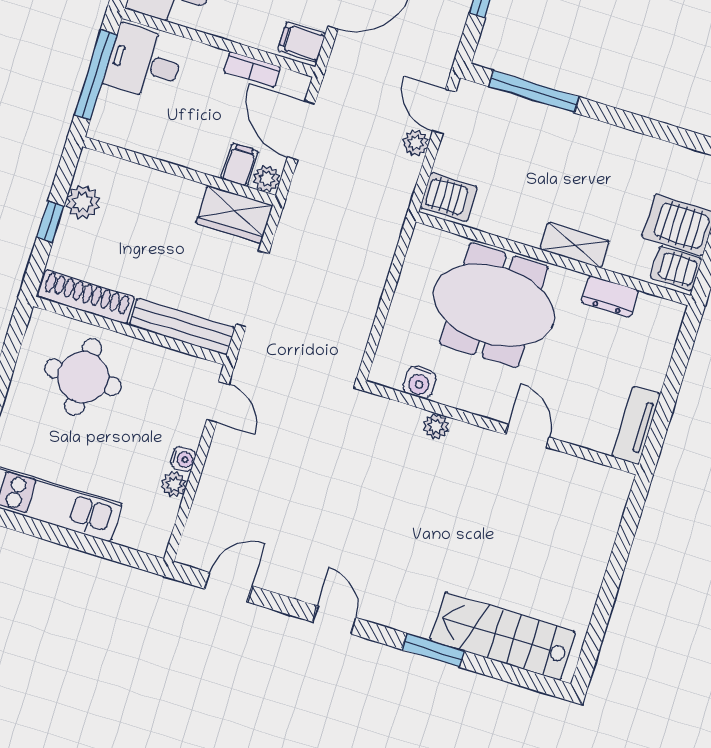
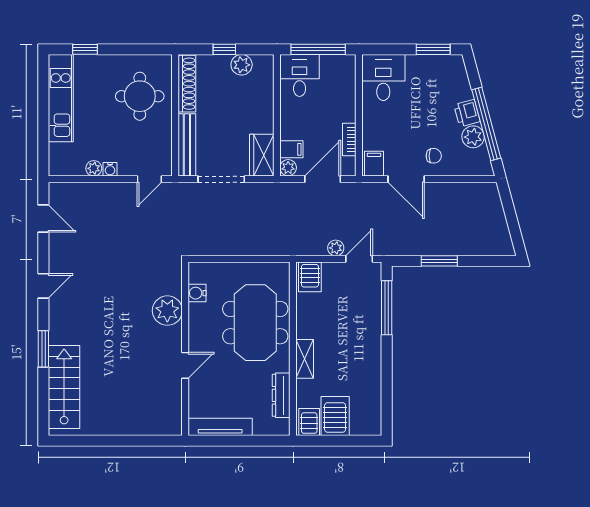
desk: (144, 63) -> (300, 75), moved
dresser: (610, 296) -> (281, 395), width x1.44
tv unit: (636, 425) -> (220, 427), width x1.41
plant: (436, 426) -> (167, 311), width x1.88, depth x1.88

